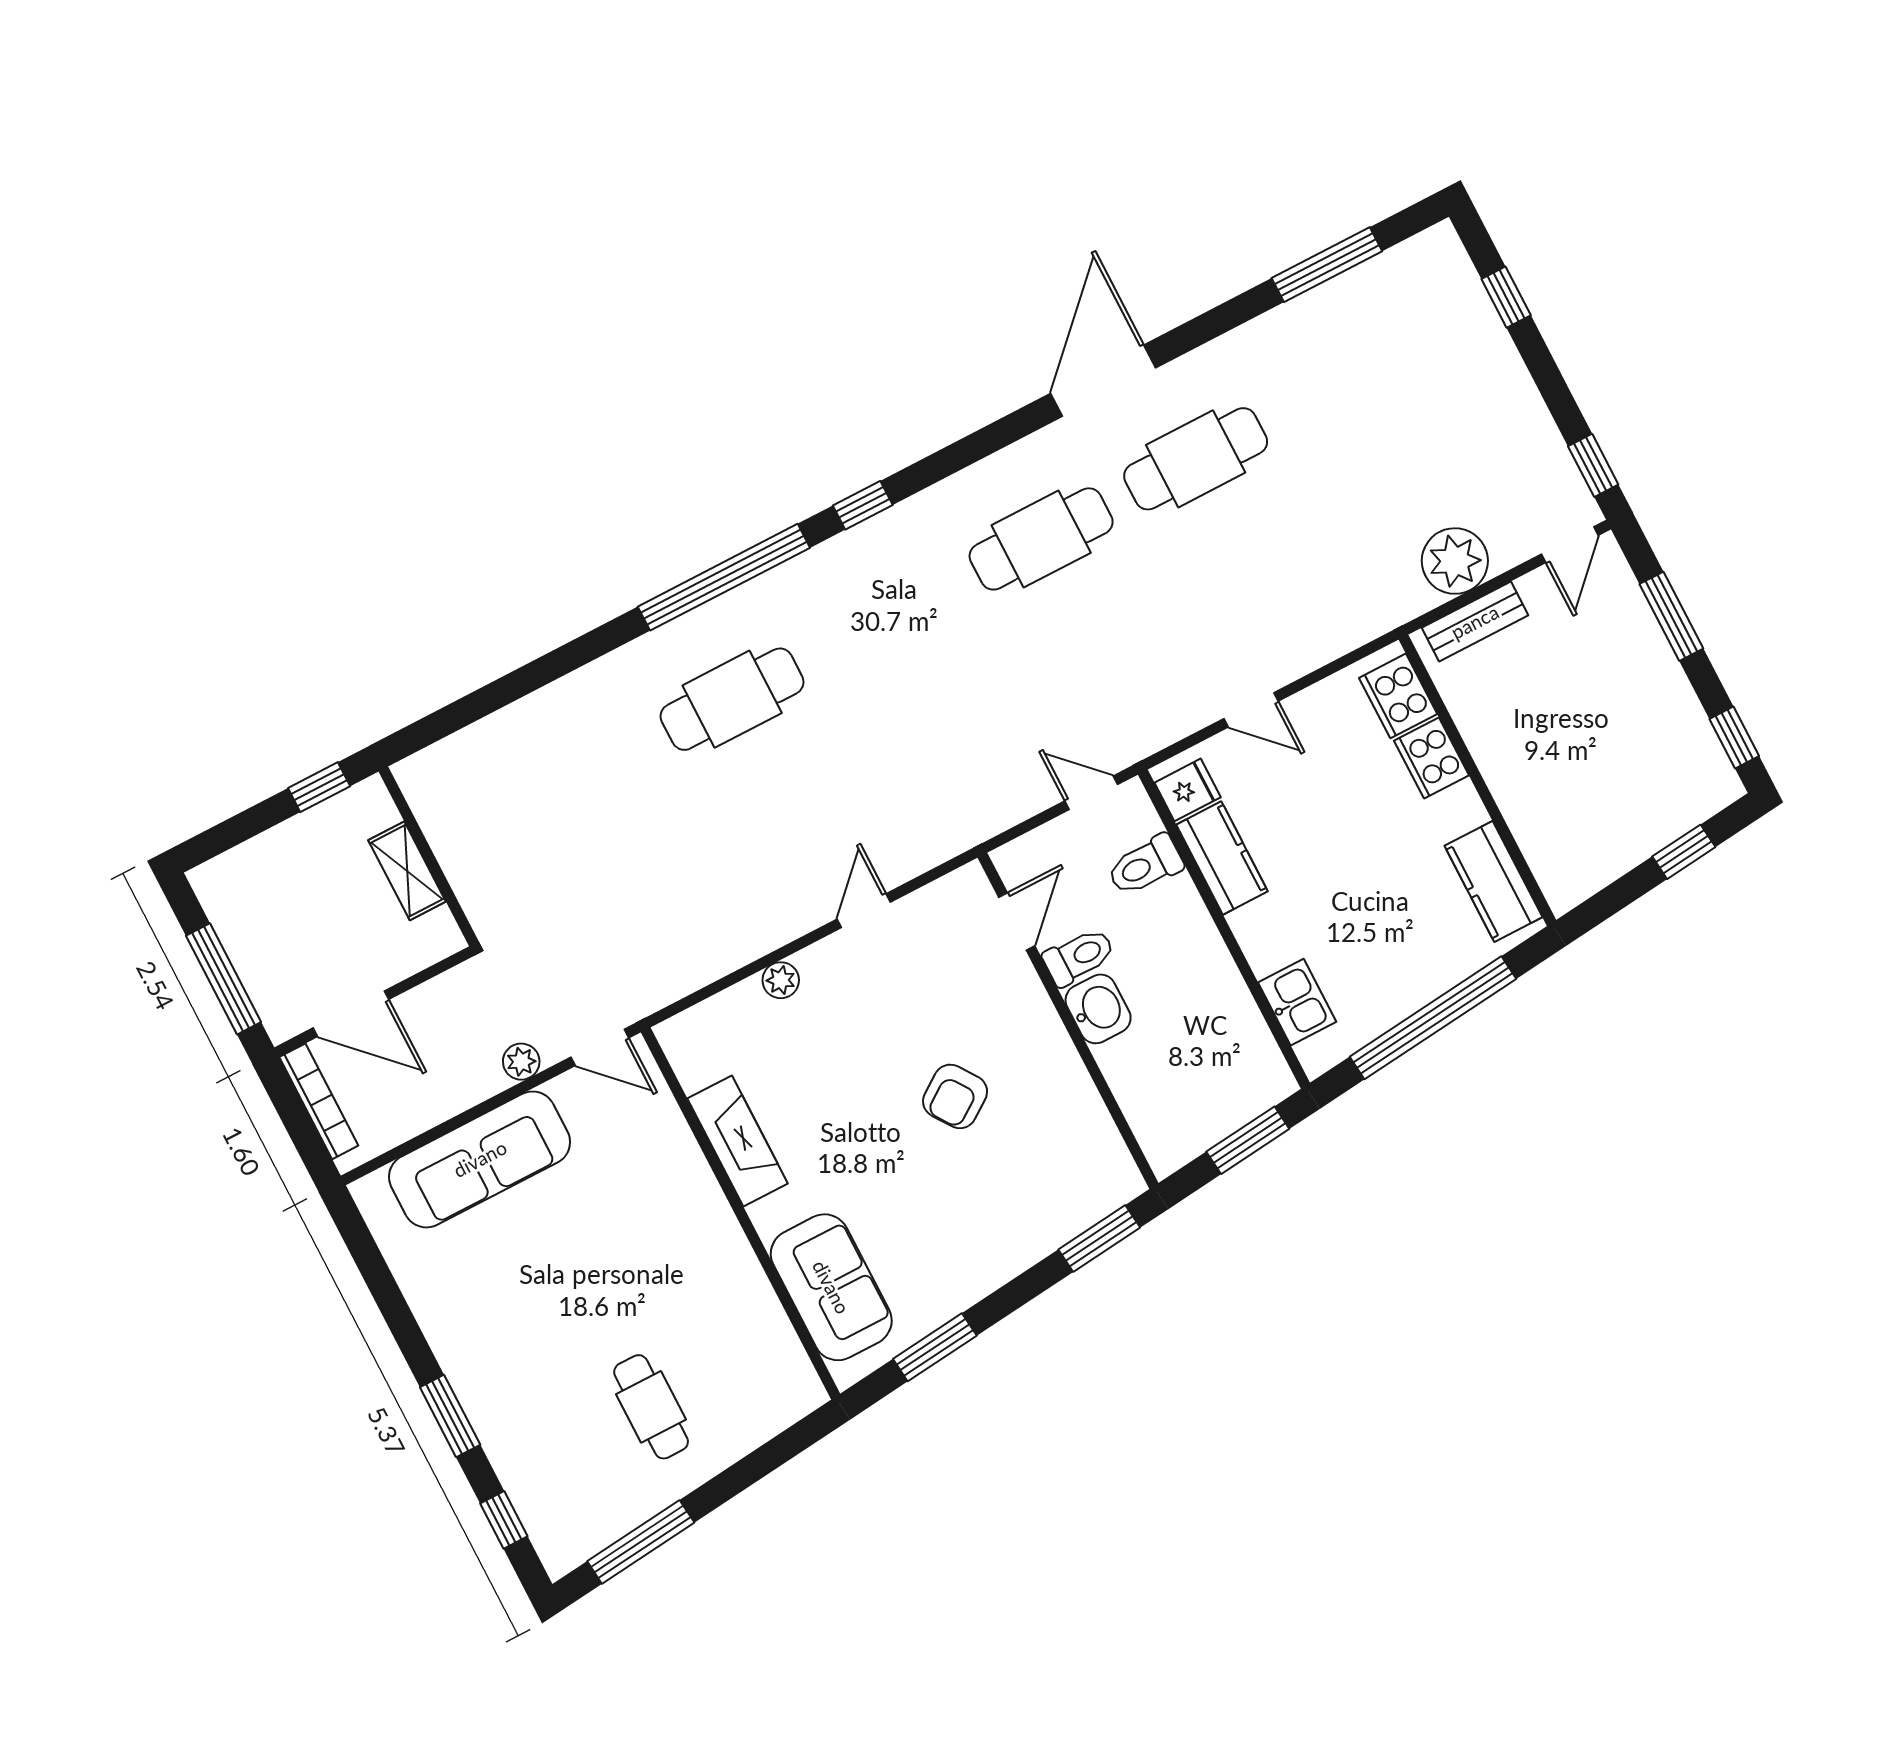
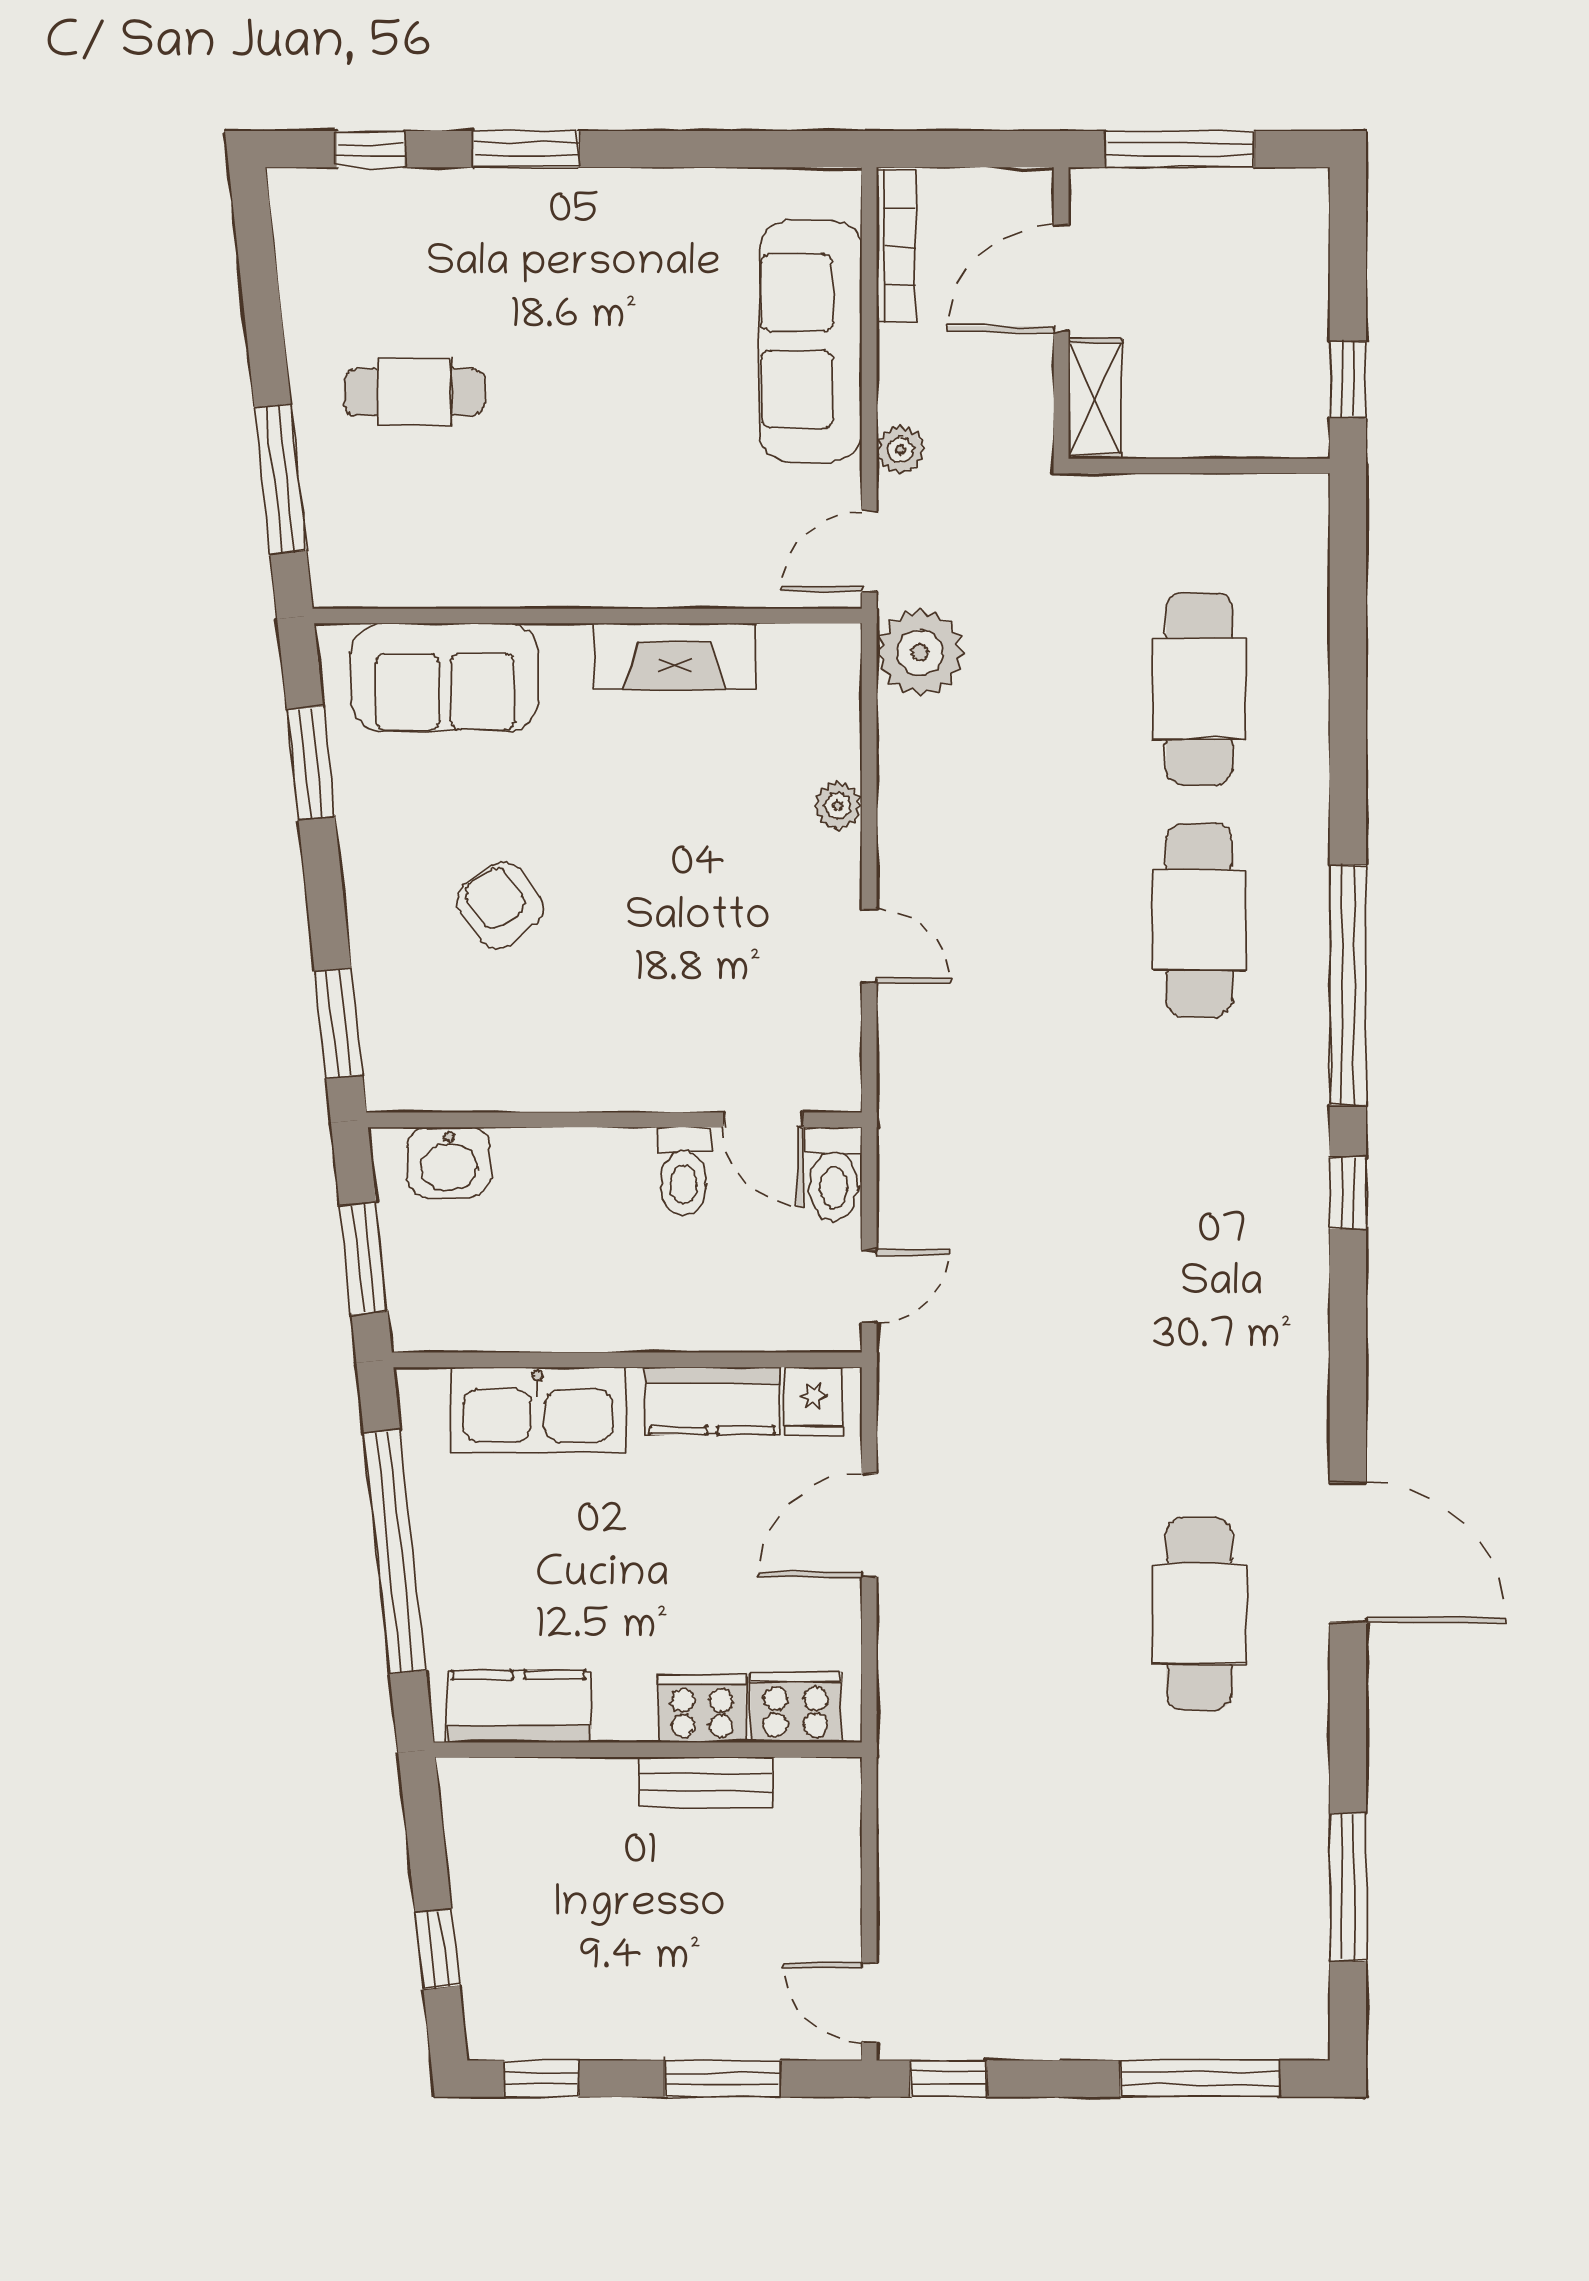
window: (1506, 297) -> (1200, 2079), width x2.17
cafe table: (1041, 539) -> (1199, 689), moved
plant: (1455, 561) -> (920, 652), moved
bench: (1475, 622) -> (707, 1782), moved, turned 90
door: (1251, 710) -> (869, 1525), width x1.38
toilet: (1145, 865) -> (833, 1174), moved, turned 180
shelving: (407, 871) -> (1095, 399), moved, turned 90
kitchen sink: (1297, 1002) -> (538, 1410), width x1.88, depth x1.24
washbasin: (1098, 1009) -> (449, 1162), moved
armchair: (955, 1096) -> (500, 905), moved
bookcase: (319, 1101) -> (896, 246), moved, turned -90
window: (641, 1542) -> (280, 479), moved

